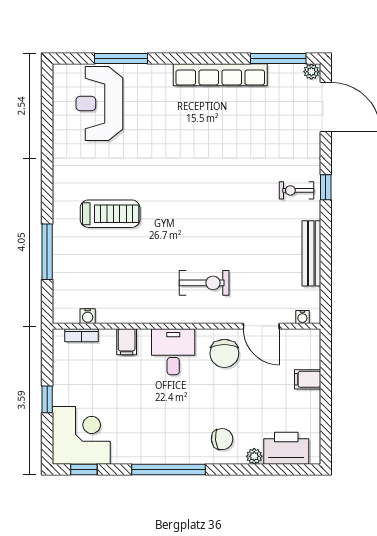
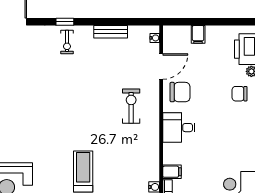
bench: (311, 253) -> (111, 32), width x0.73
filing cabinet: (127, 342) -> (172, 172), moved
chair: (222, 439) -> (240, 94), turned -84

